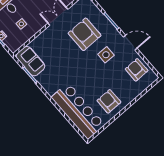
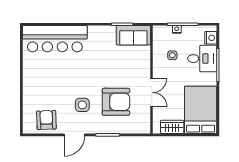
armchair: (137, 70) -> (46, 120), turned -92
armchair: (109, 101) -> (40, 72), removed

